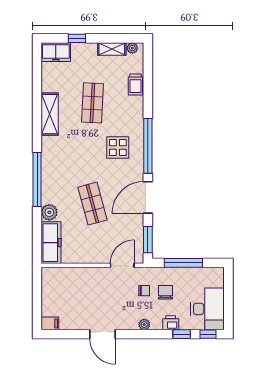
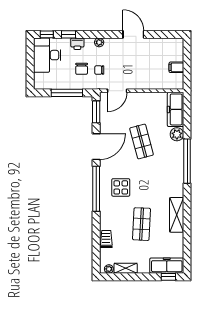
window: (77, 38) -> (168, 277), moved
freezer: (56, 52) -> (167, 266), width x1.40
filing cabinet: (50, 323) -> (176, 67), moved

